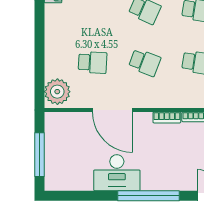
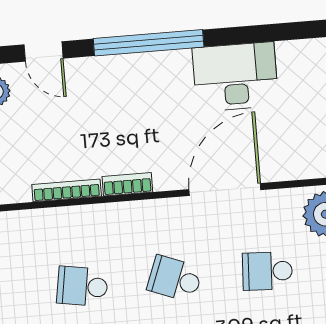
door: (112, 110) -> (225, 190), hinge flipped
desk: (117, 173) -> (235, 77), moved

